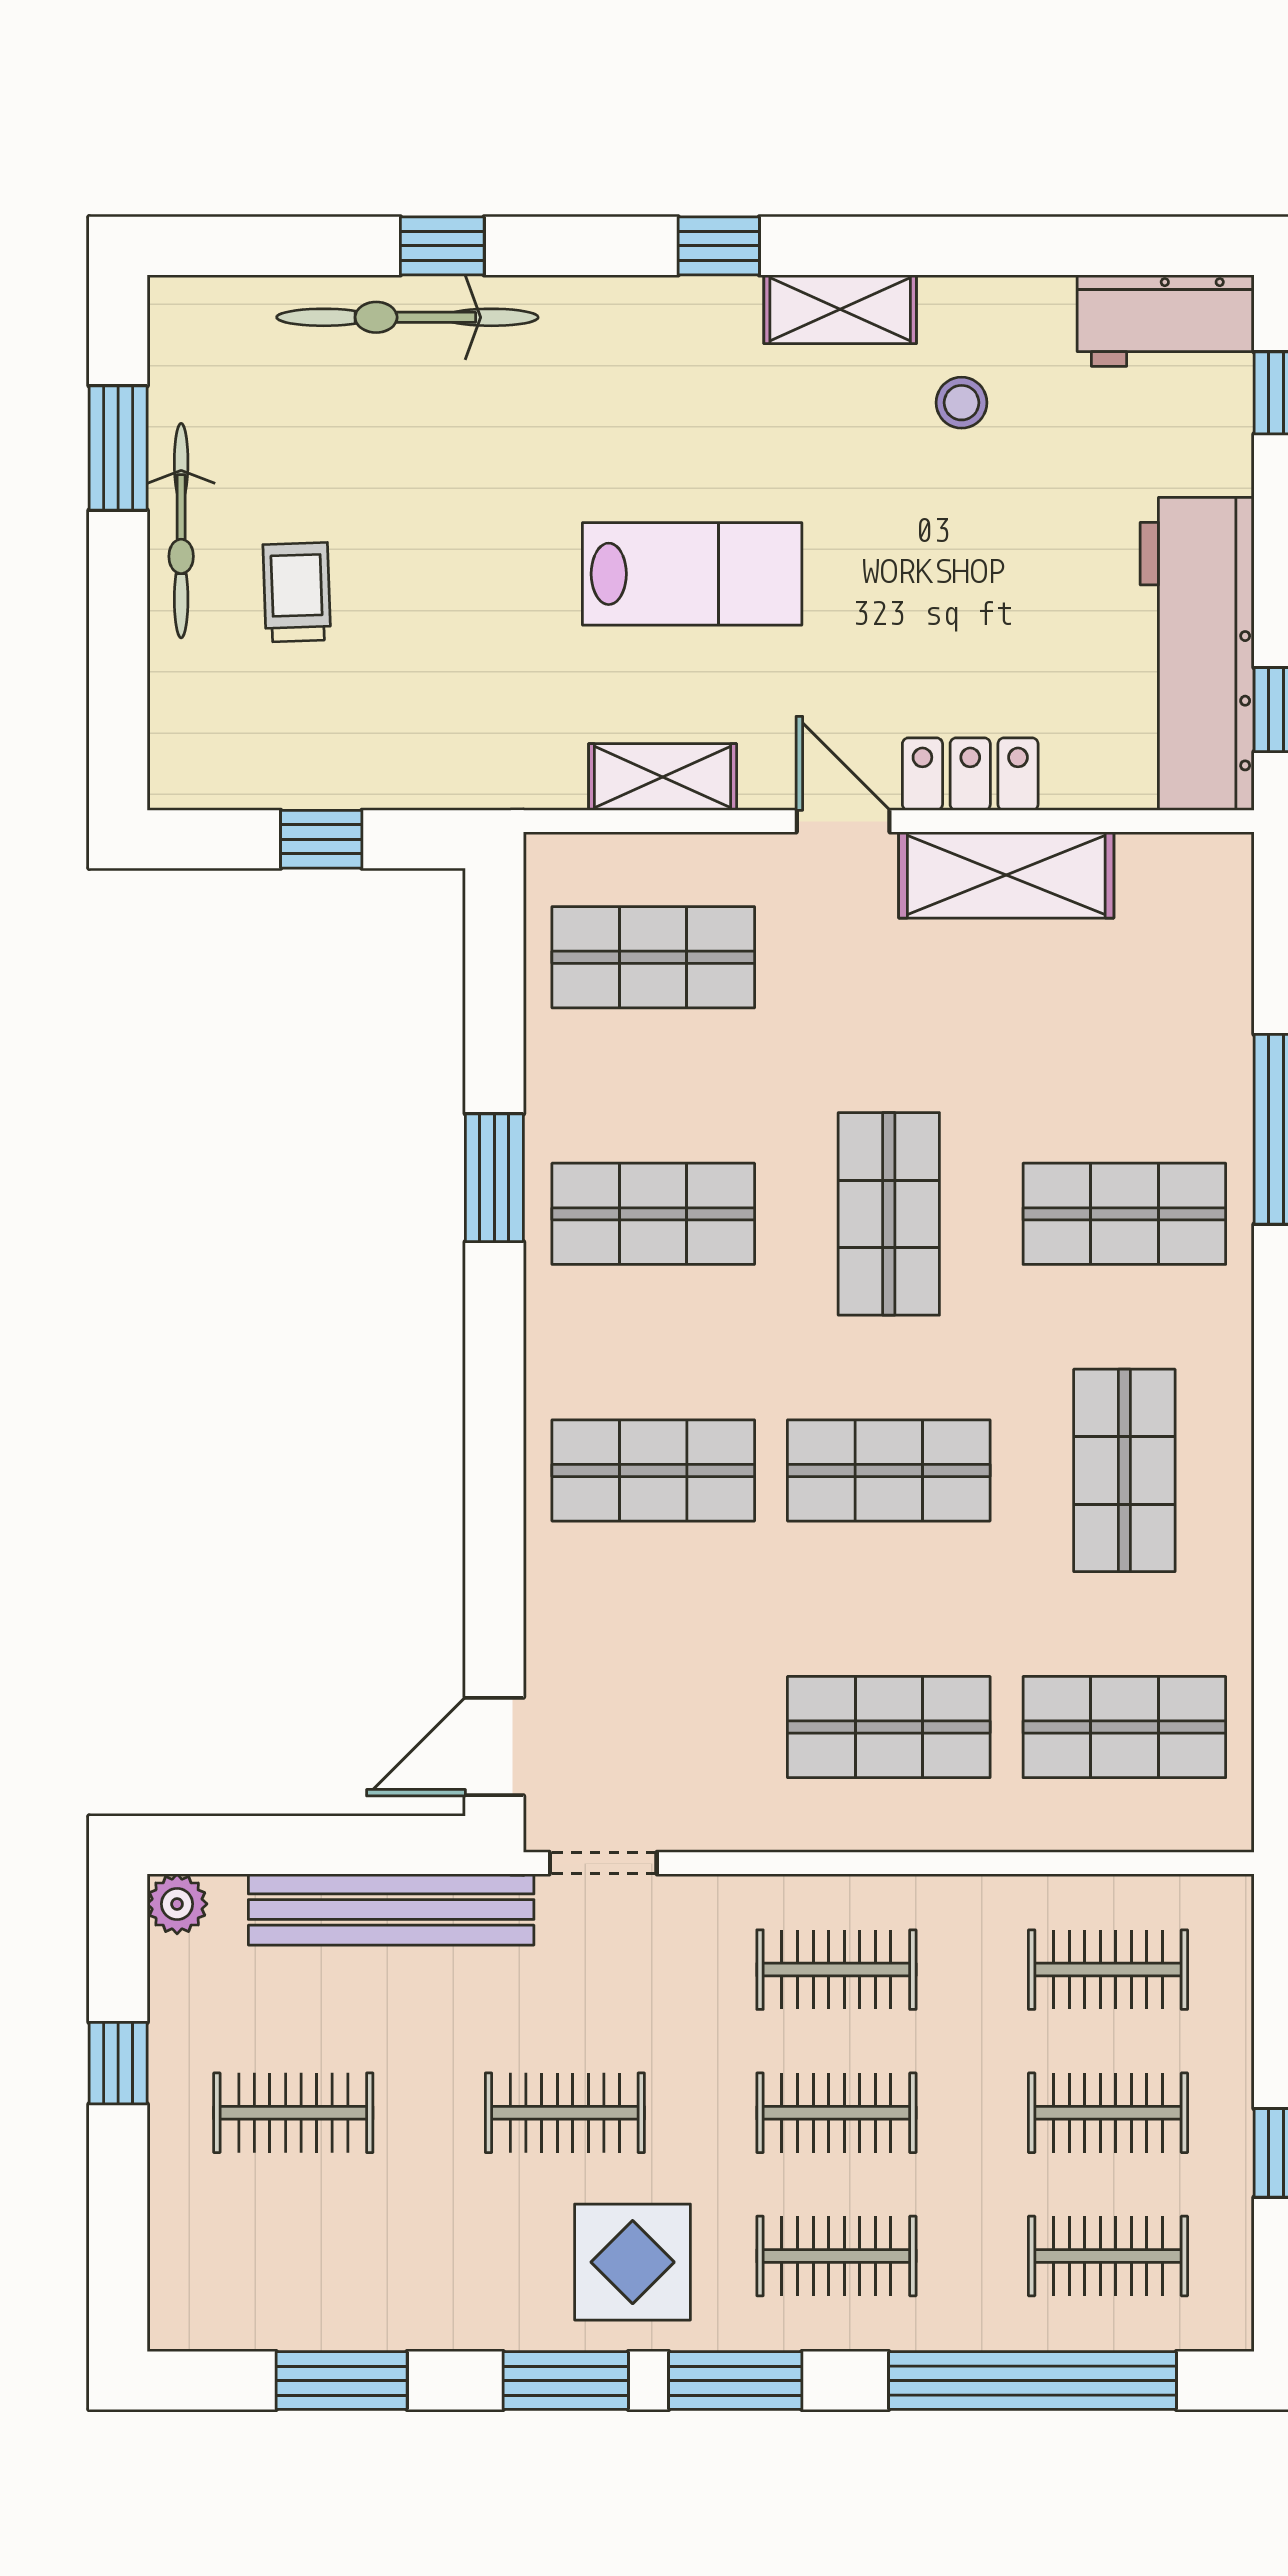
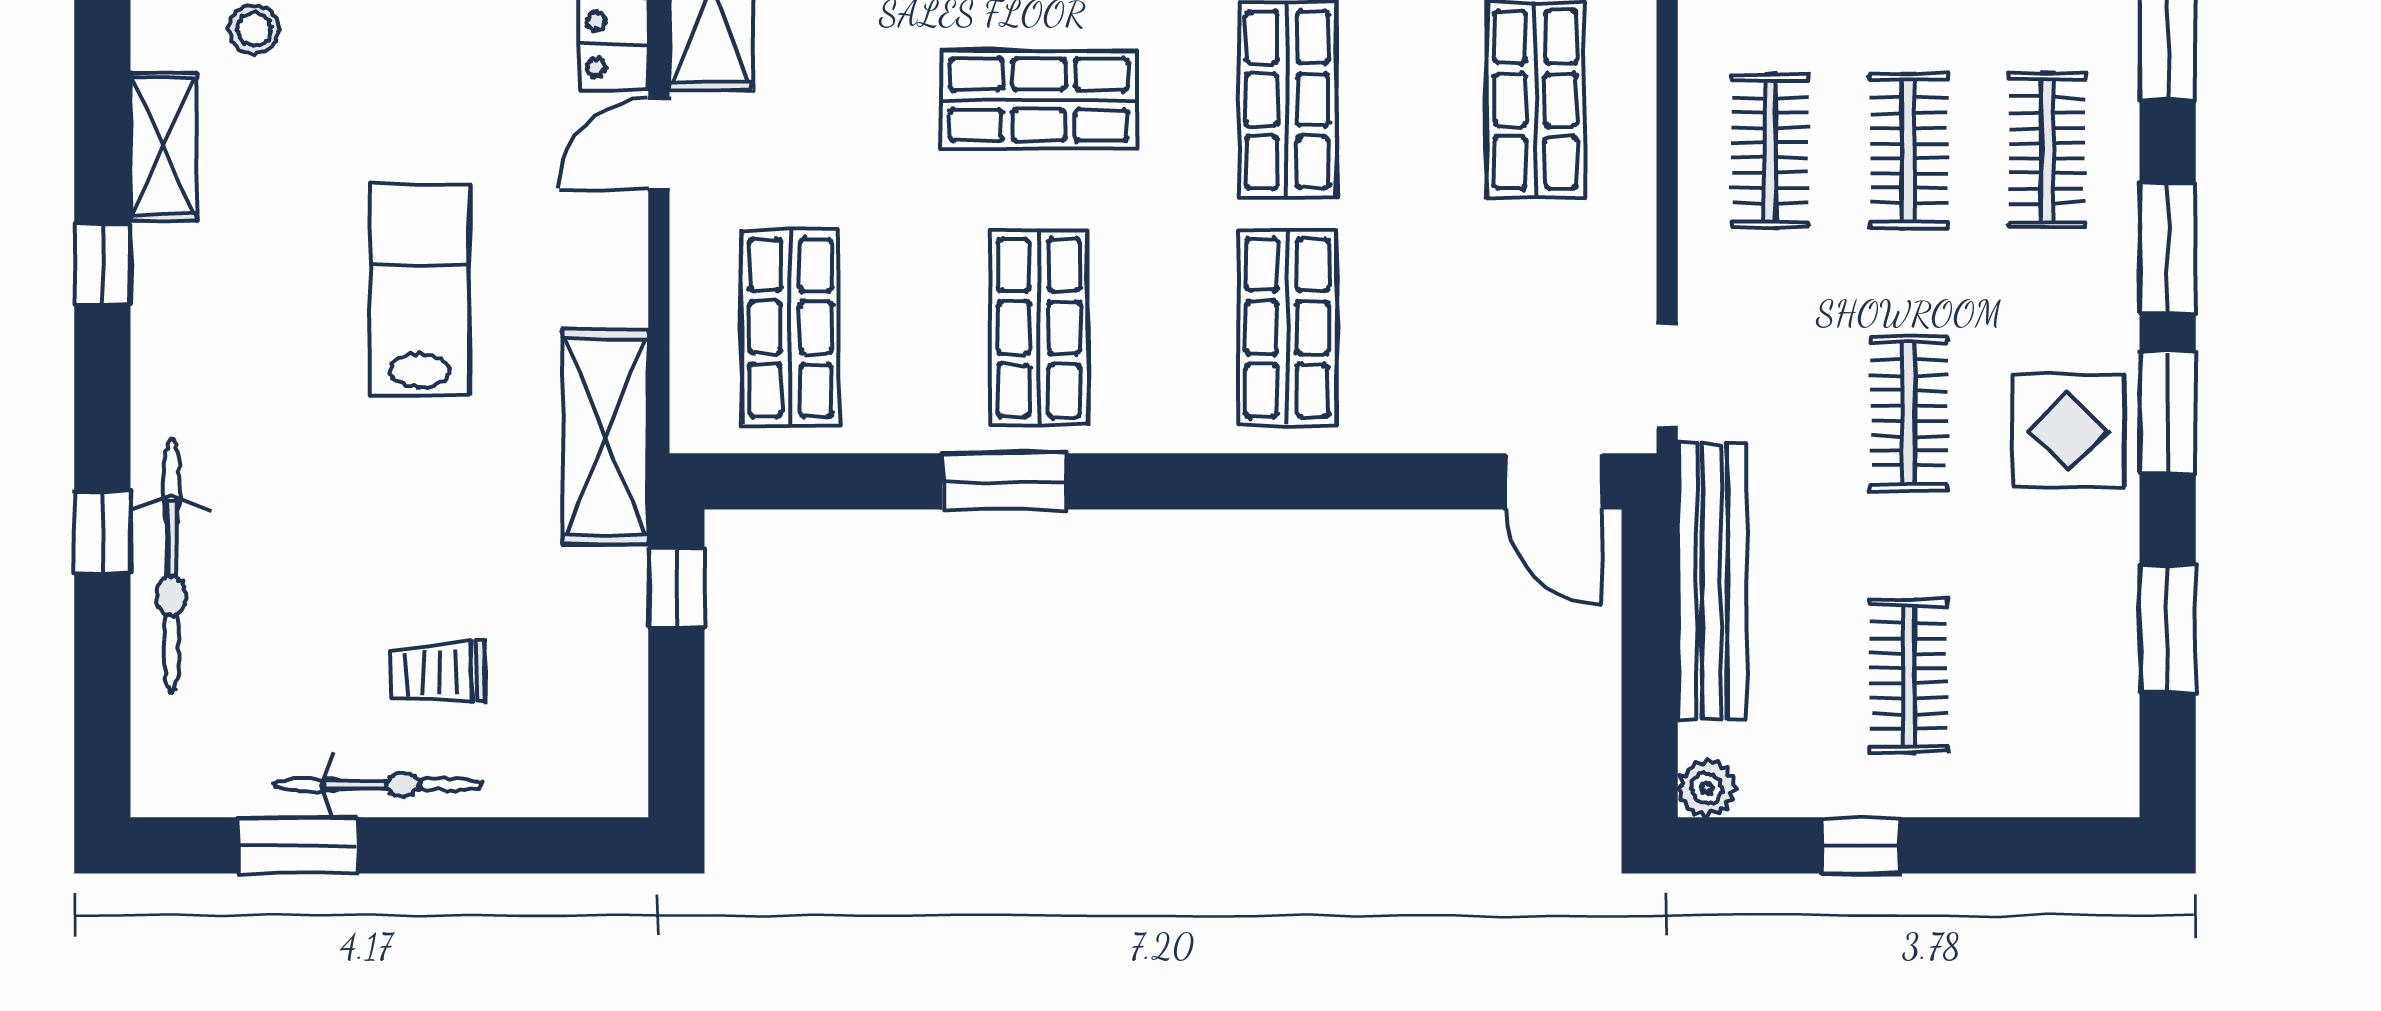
shelving: (663, 777) -> (606, 437), moved, width x1.50, depth x1.33
window: (321, 839) -> (676, 588), moved
display table: (633, 2262) -> (2068, 431), moved

